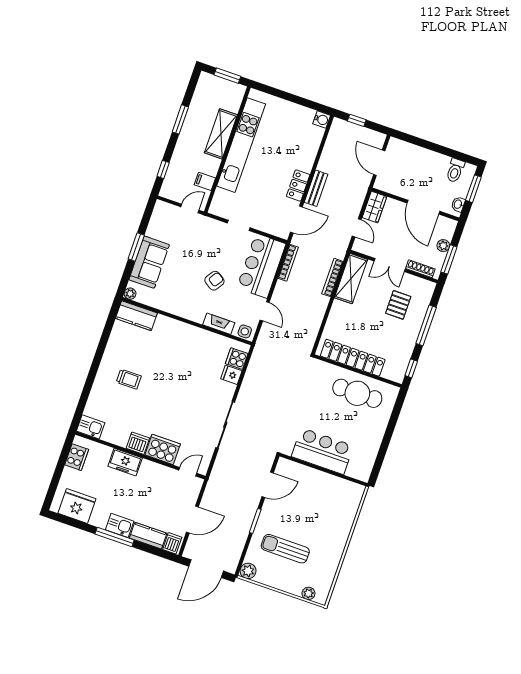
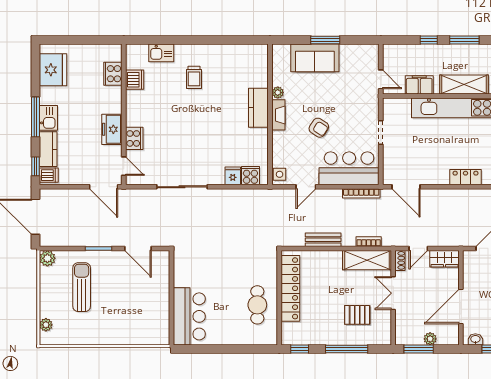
window: (163, 169) -> (429, 40), moved
filing cabinet: (205, 181) -> (419, 85), width x2.00
locker: (298, 185) -> (465, 177), moved
bench: (316, 188) -> (323, 240), moved
shoe rack: (420, 269) -> (400, 260), moved, width x0.70
bookcase: (332, 278) -> (369, 242), width x0.64
plant: (130, 294) -> (278, 93), moved
kitchen counter: (136, 316) -> (258, 108), moved
fireplace: (219, 324) -> (278, 115), moved
cafe table: (357, 393) -> (257, 305), width x0.73, depth x0.74
kitchen sink: (91, 427) -> (161, 53), moved, turned 90
dishwasher: (138, 443) -> (135, 80), moved
cooker: (163, 449) -> (134, 138), width x0.73, depth x0.76
bar counter: (322, 451) -> (189, 316), moved
cooker: (77, 457) -> (113, 74), moved, turned 90
freezer: (125, 462) -> (112, 129), moved
door: (192, 520) -> (104, 187), moved
window: (160, 553) -> (35, 166), added

